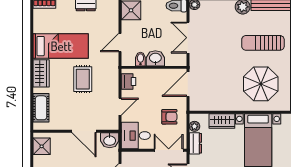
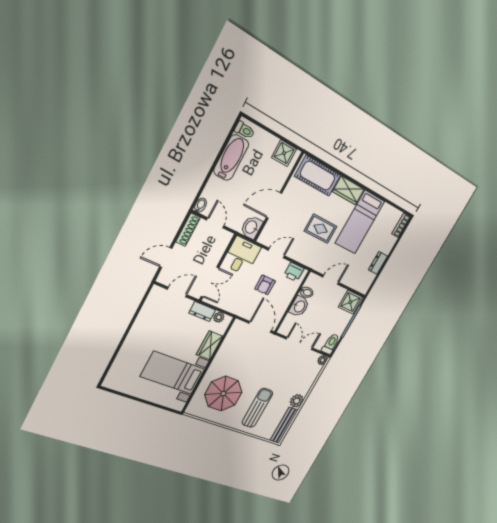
door: (120, 43) -> (331, 280), hinge flipped
door: (120, 107) -> (276, 253), swing flipped
cot: (41, 108) -> (318, 176), width x1.37, depth x1.34
armchair: (169, 117) -> (265, 285), moved

